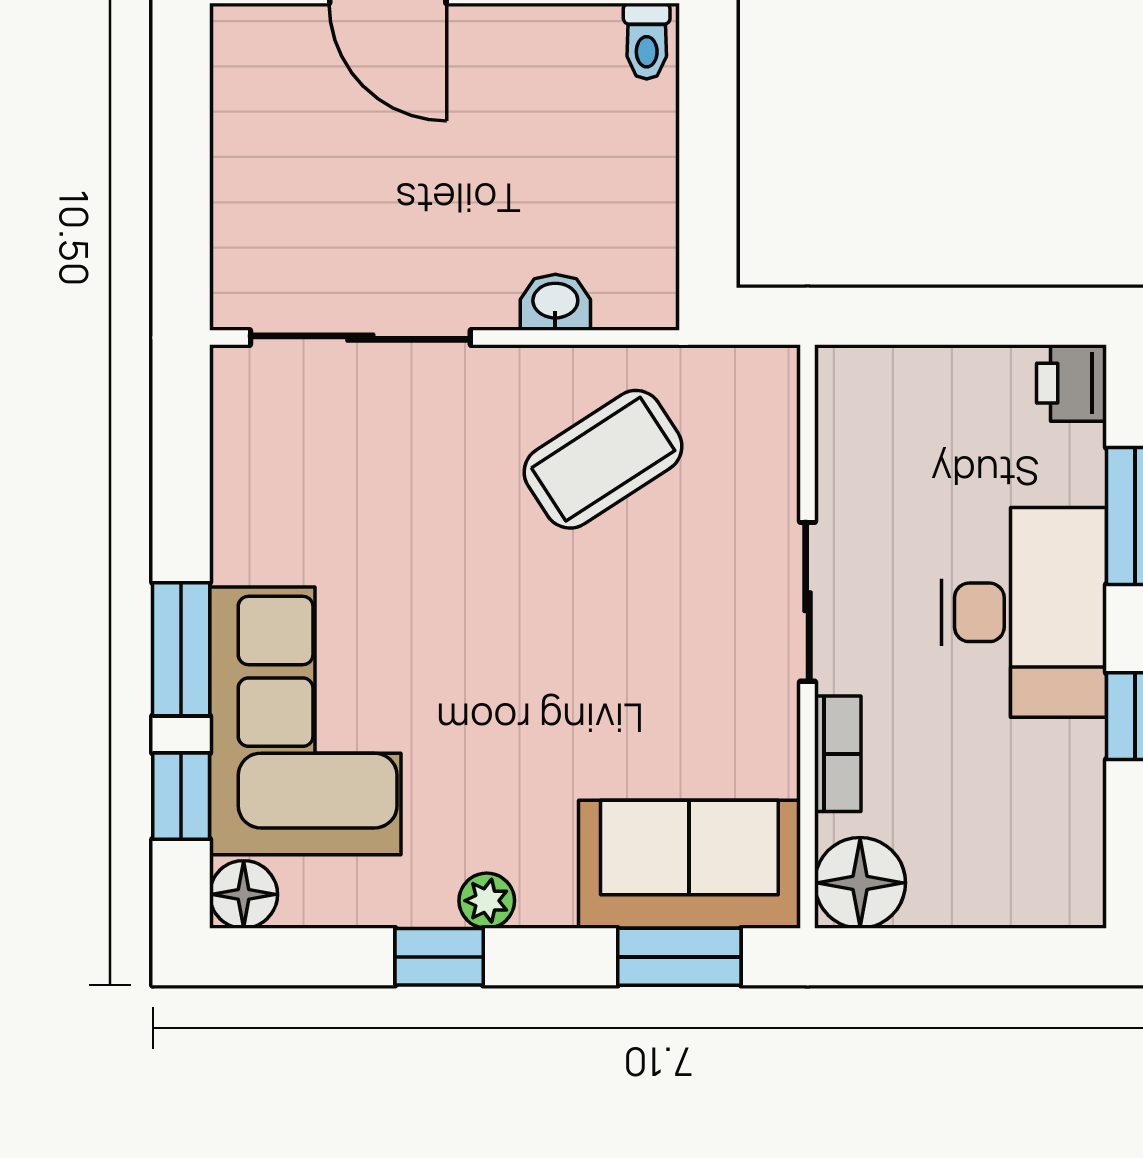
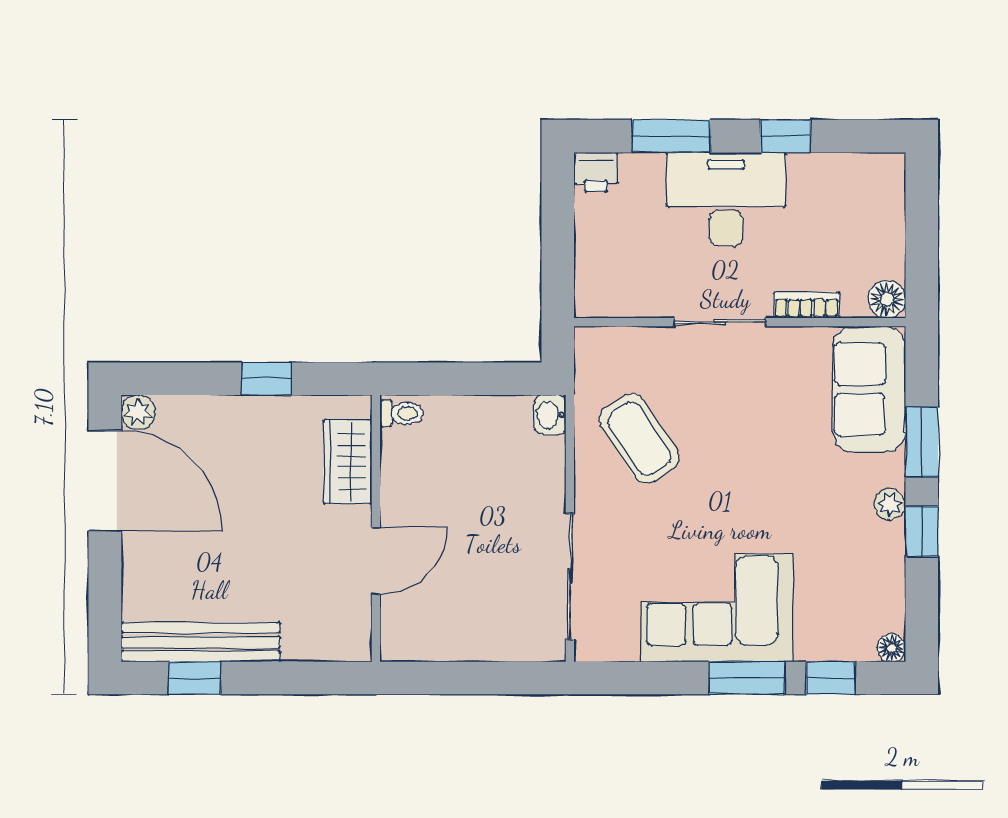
washbasin: (555, 302) -> (550, 415), moved
corner sofa: (305, 721) -> (717, 608), moved
floor lamp: (860, 883) -> (887, 299), width x0.73, depth x0.73
floor lamp: (244, 894) -> (892, 648), width x0.73, depth x0.73
window: (679, 957) -> (922, 442), moved

